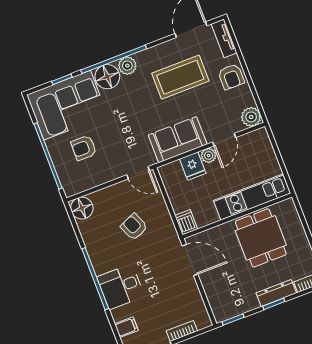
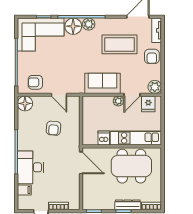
armchair: (84, 148) -> (35, 82), moved
fridge: (193, 166) -> (148, 104), moved
door: (138, 173) -> (59, 95), moved
dishwasher: (186, 222) -> (104, 138), moved
armchair: (134, 227) -> (54, 128), turned -152
dining table: (261, 238) -> (131, 166), width x1.38
desk: (121, 287) -> (30, 167), width x1.37

